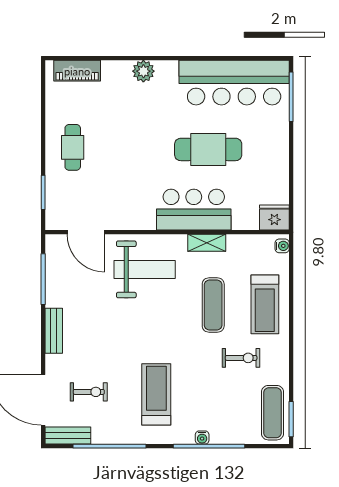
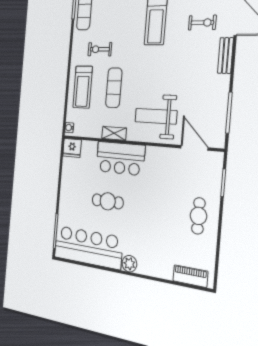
plant: (143, 71) -> (129, 264), moved
cafe table: (208, 149) -> (108, 201), width x0.73, depth x0.74
treadmill: (265, 304) -> (83, 87), turned 180
bench: (54, 331) -> (225, 56), moved
exercise bike: (89, 392) -> (202, 23), turned 180

